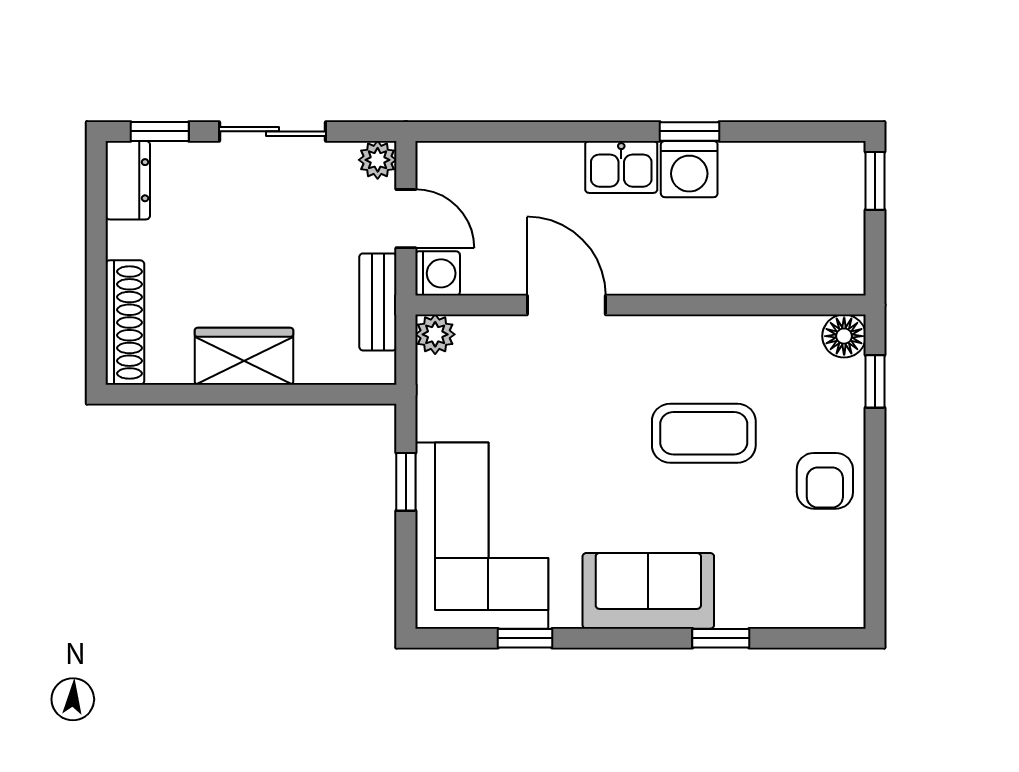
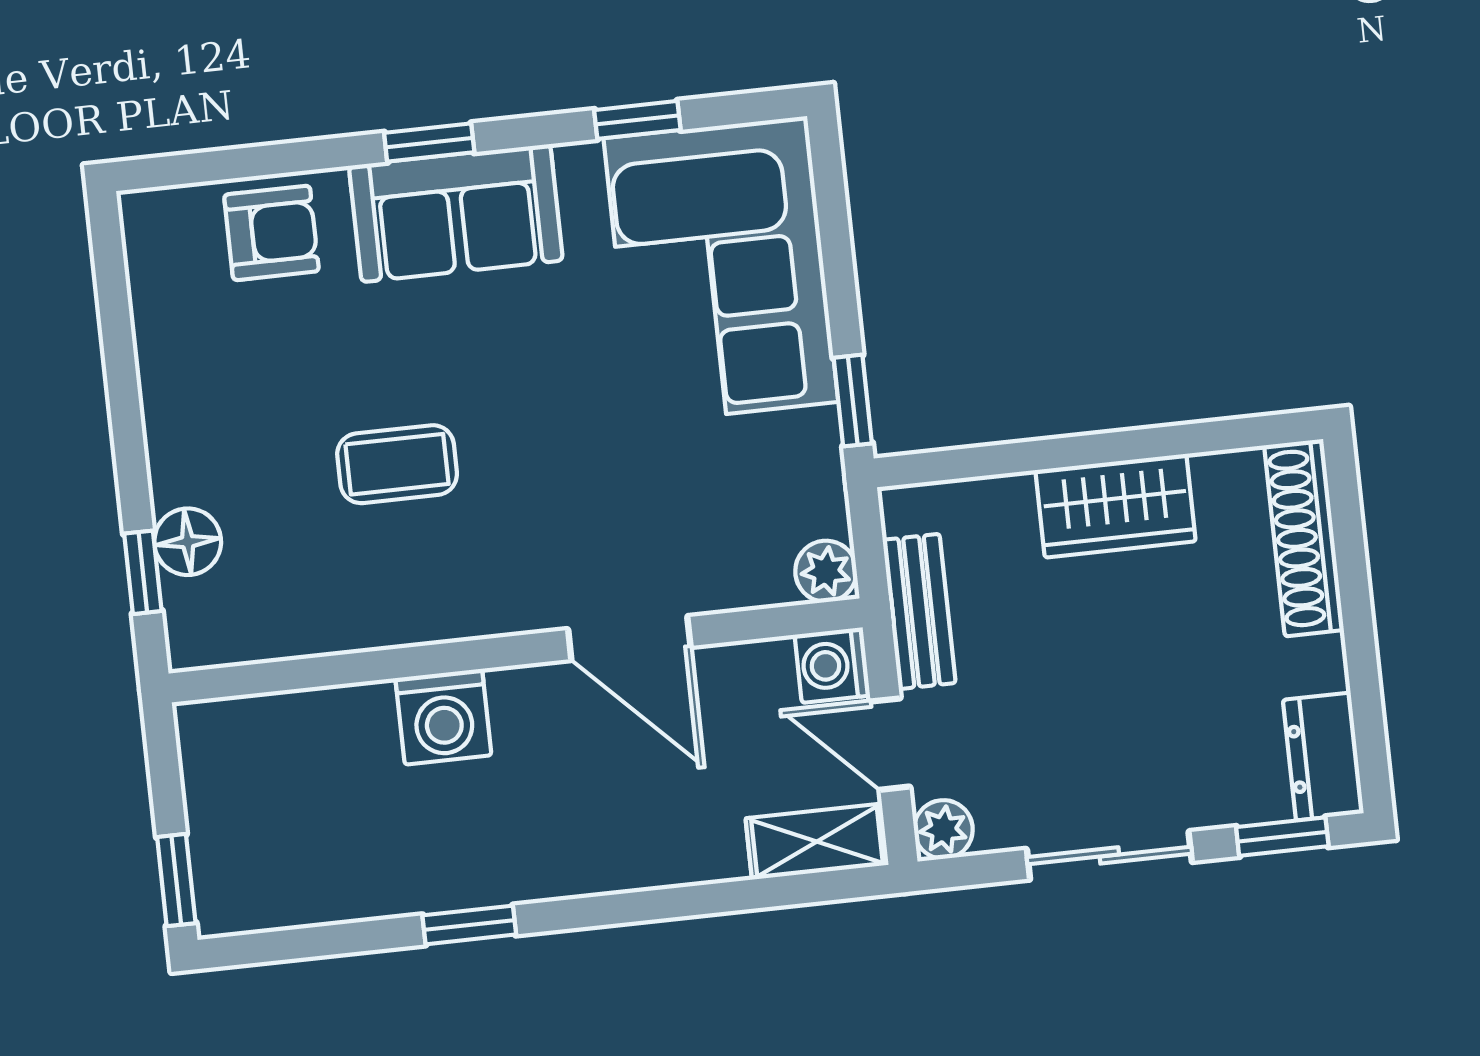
shelving: (460, 161) -> (817, 842), added
kitchen sink: (621, 167) -> (568, 859), removed
washing machine: (689, 169) -> (443, 717), moved, turned 180
floor lamp: (844, 336) -> (188, 542), moved
coffee table: (704, 433) -> (397, 464), width x0.73, depth x0.77
armchair: (825, 481) -> (271, 233), moved, turned 90
window: (406, 482) -> (853, 401), moved
window: (721, 638) -> (429, 143), moved

